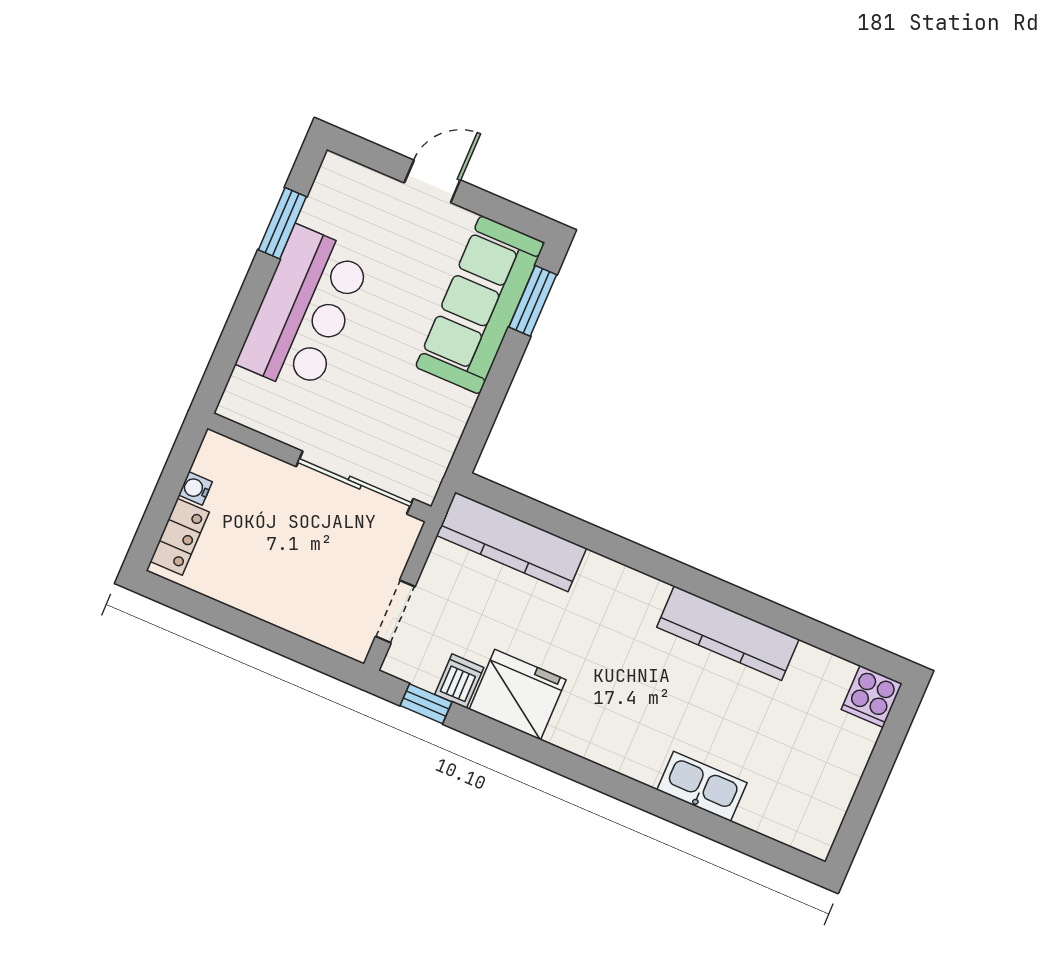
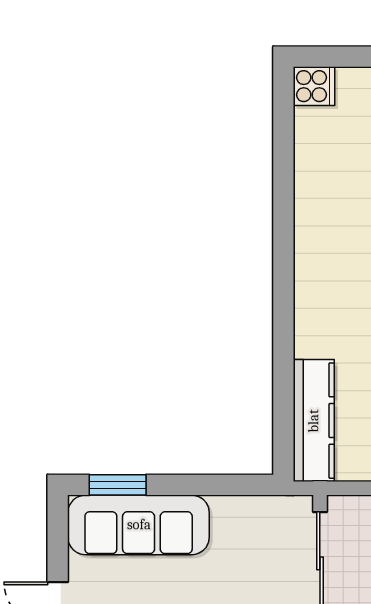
kitchen counter: (728, 633) -> (313, 220), removed

